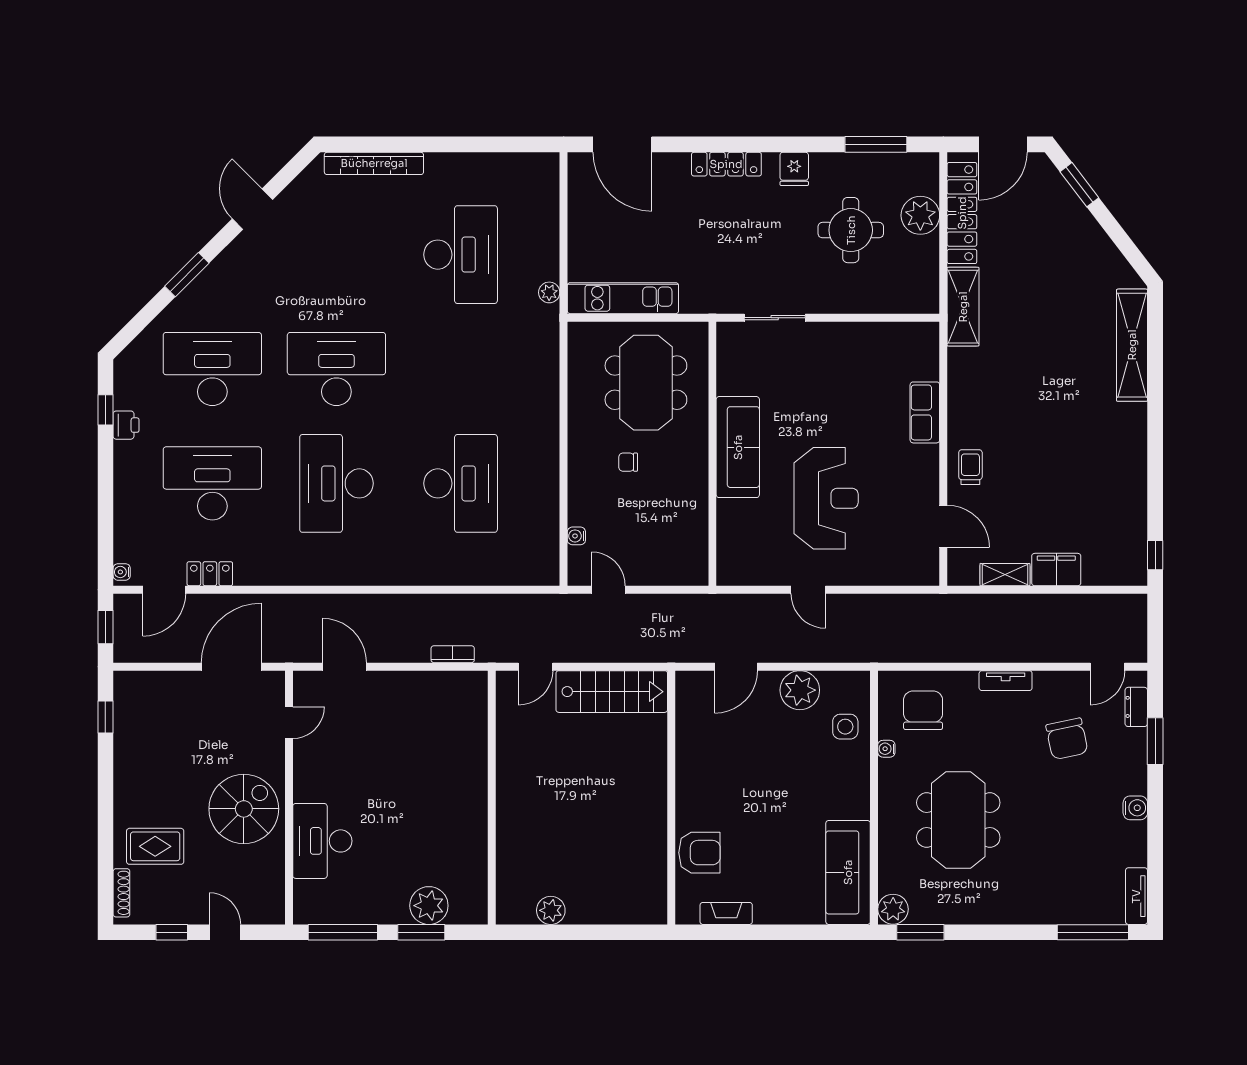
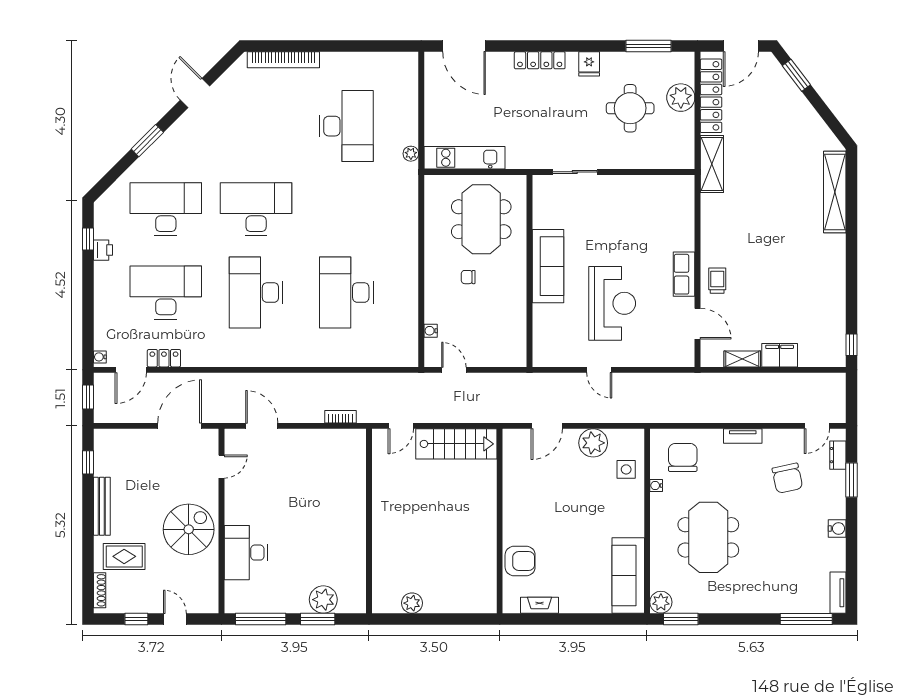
row of seats: (925, 412) -> (684, 274), moved
desk: (461, 483) -> (346, 293), turned 180
bench: (124, 777) -> (102, 506), added

